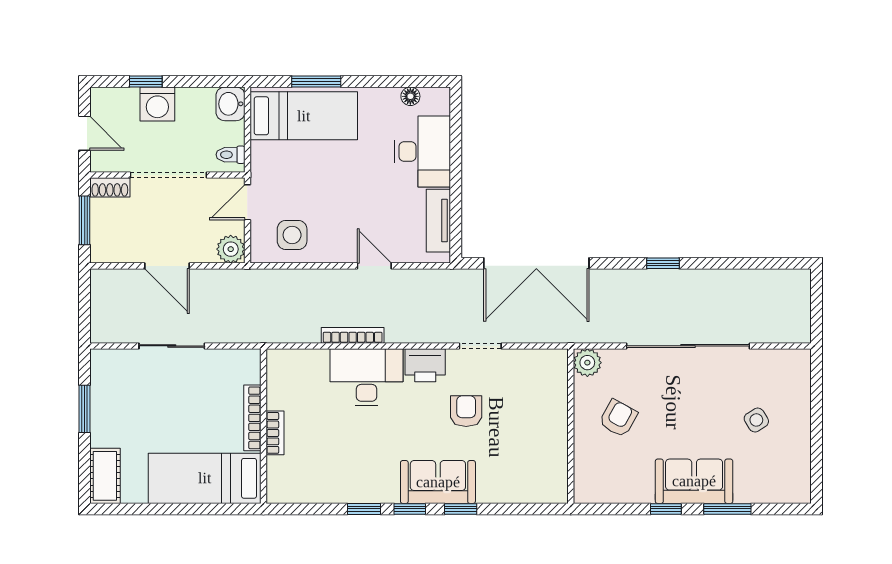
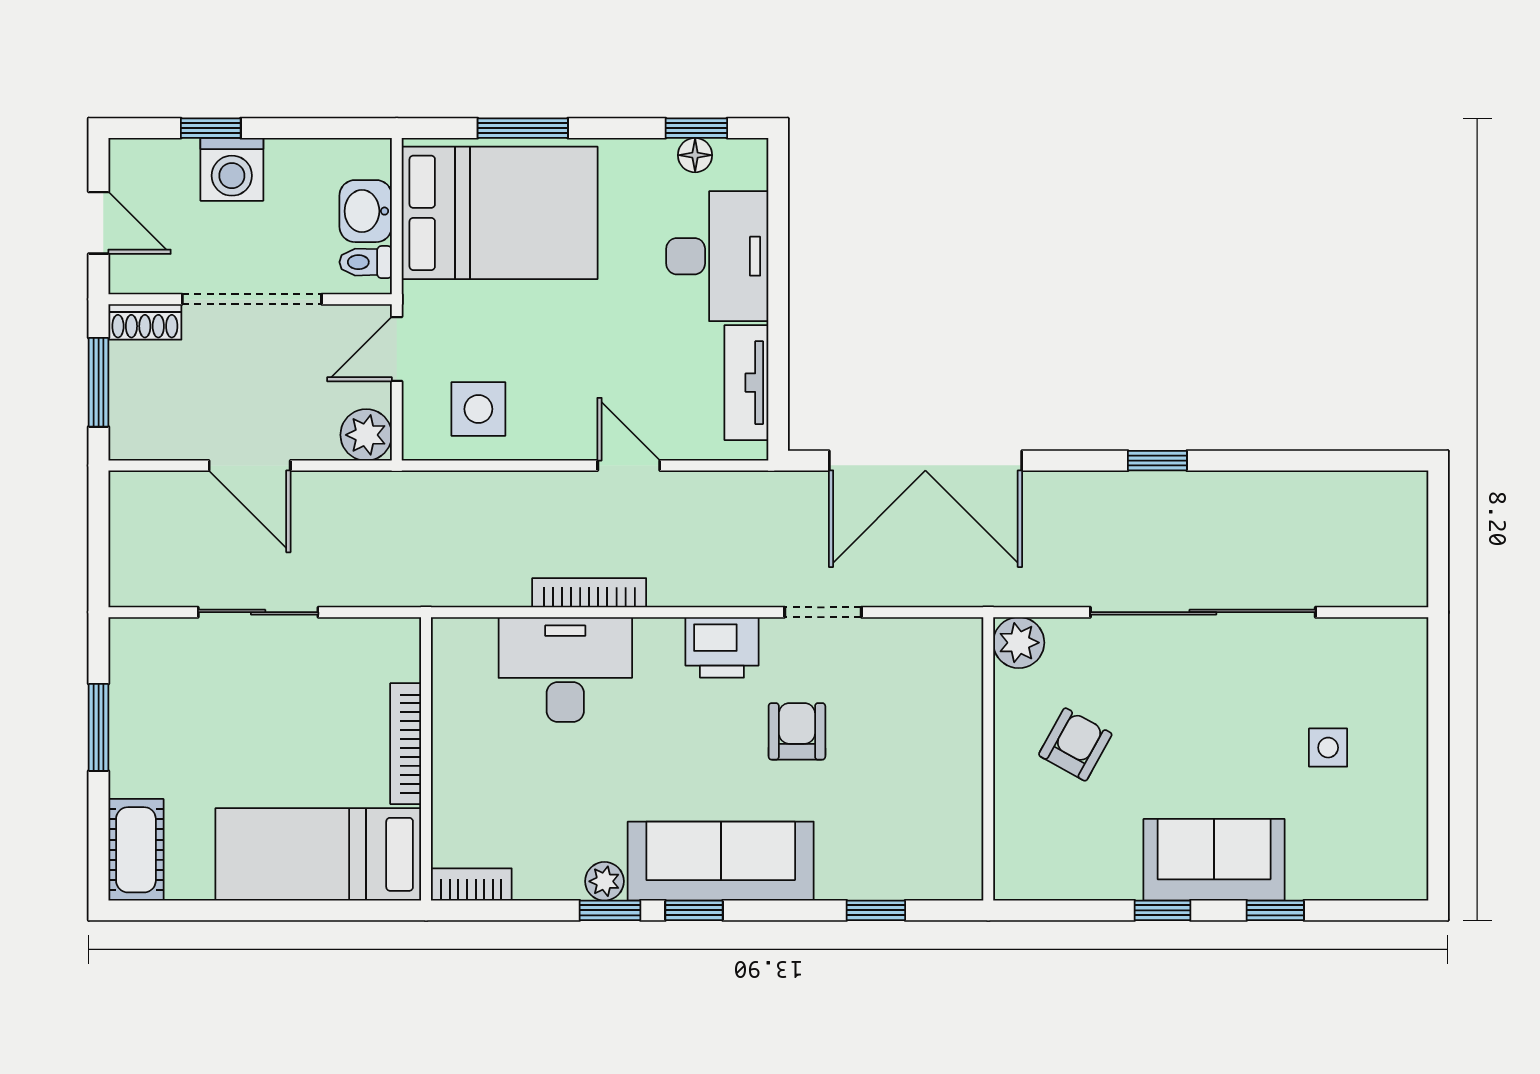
window: (411, 82) -> (696, 128), added
washbasin: (230, 104) -> (366, 211), moved
bed: (304, 116) -> (500, 213), width x1.50
desk: (367, 377) -> (565, 669), moved
side table: (756, 420) -> (1328, 748), turned 32
bookcase: (275, 433) -> (471, 884), moved, turned -90
sofa: (438, 482) -> (721, 861), width x1.36
plant: (361, 493) -> (604, 881), added
window: (461, 509) -> (876, 910), moved
window: (727, 509) -> (1275, 910), width x0.67

